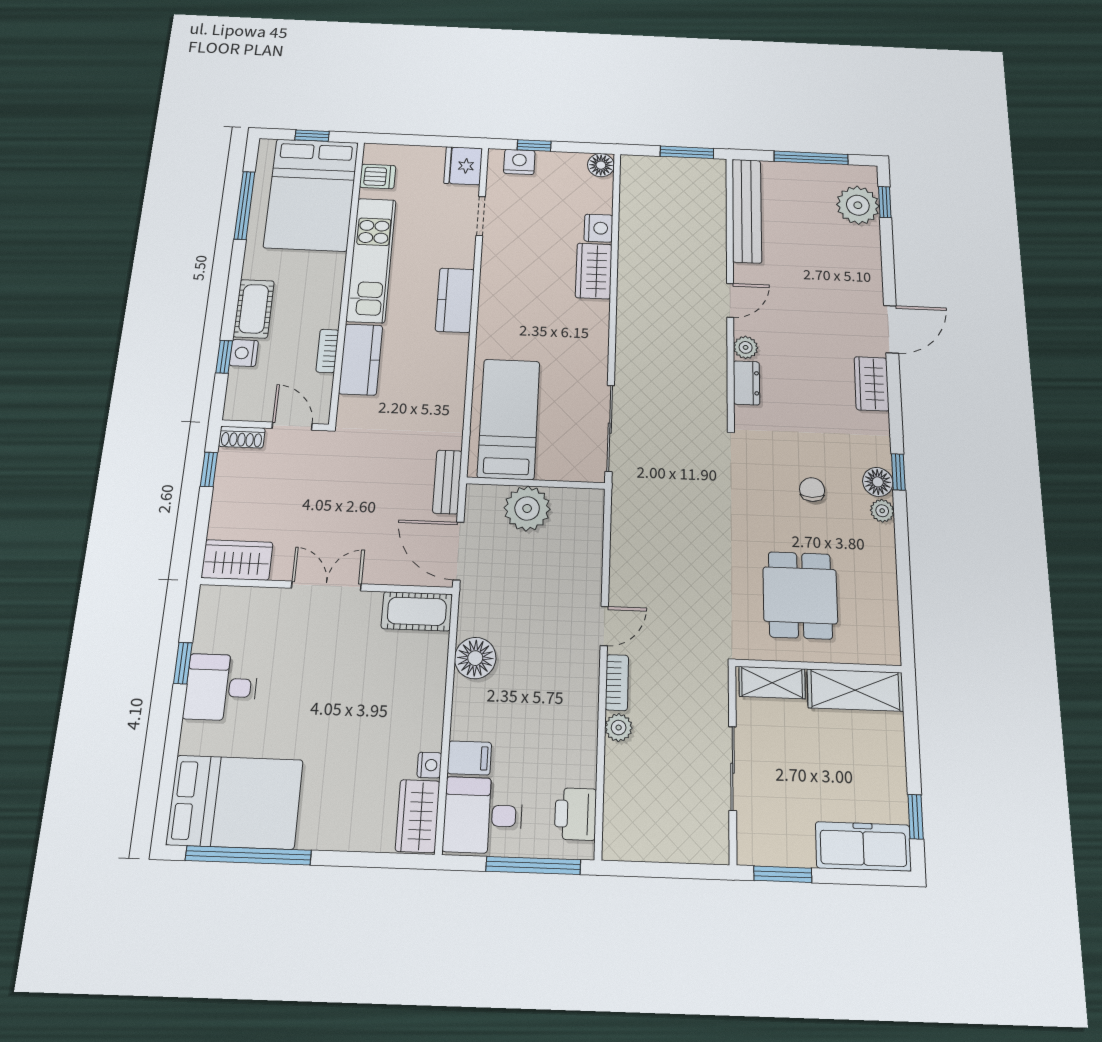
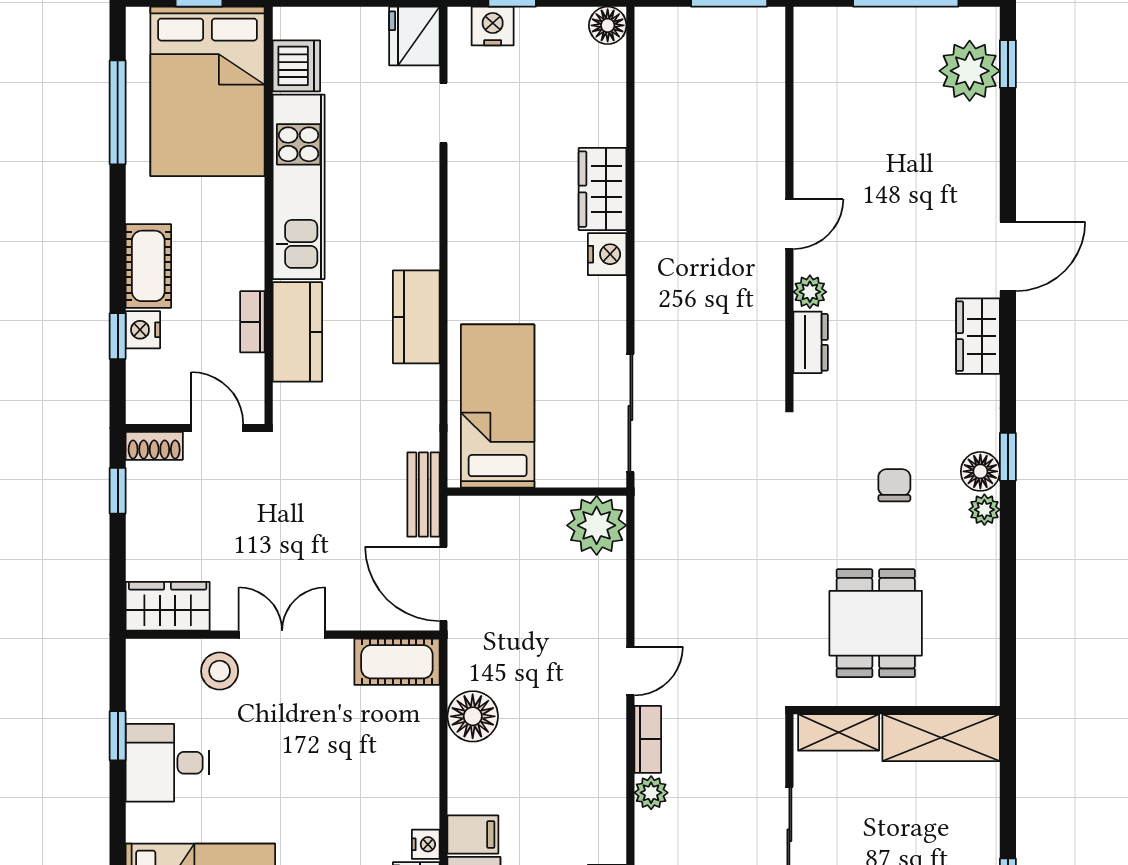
dishwasher: (378, 176) -> (296, 66), width x1.38
bench: (747, 211) -> (813, 87), removed
nightstand: (598, 228) -> (607, 254), moved
kitchen counter: (455, 300) -> (416, 317), moved
plant: (527, 508) -> (597, 525), moved
stool: (273, 613) -> (220, 671), added

